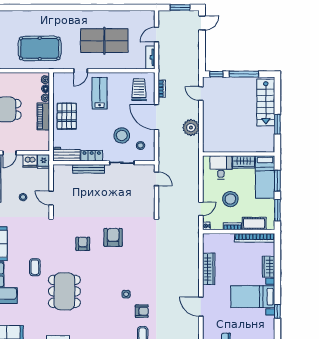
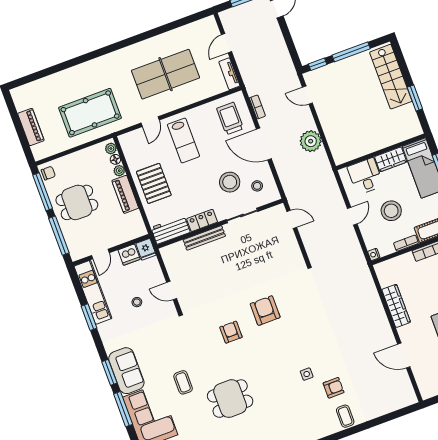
lab bench: (100, 93) -> (183, 141), turned 180
door: (201, 209) -> (352, 216), moved
dining table: (64, 291) -> (230, 399), width x0.73

